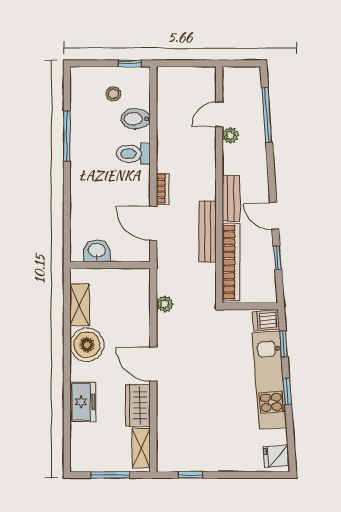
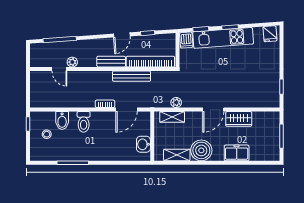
shelving: (141, 448) -> (172, 117), moved

